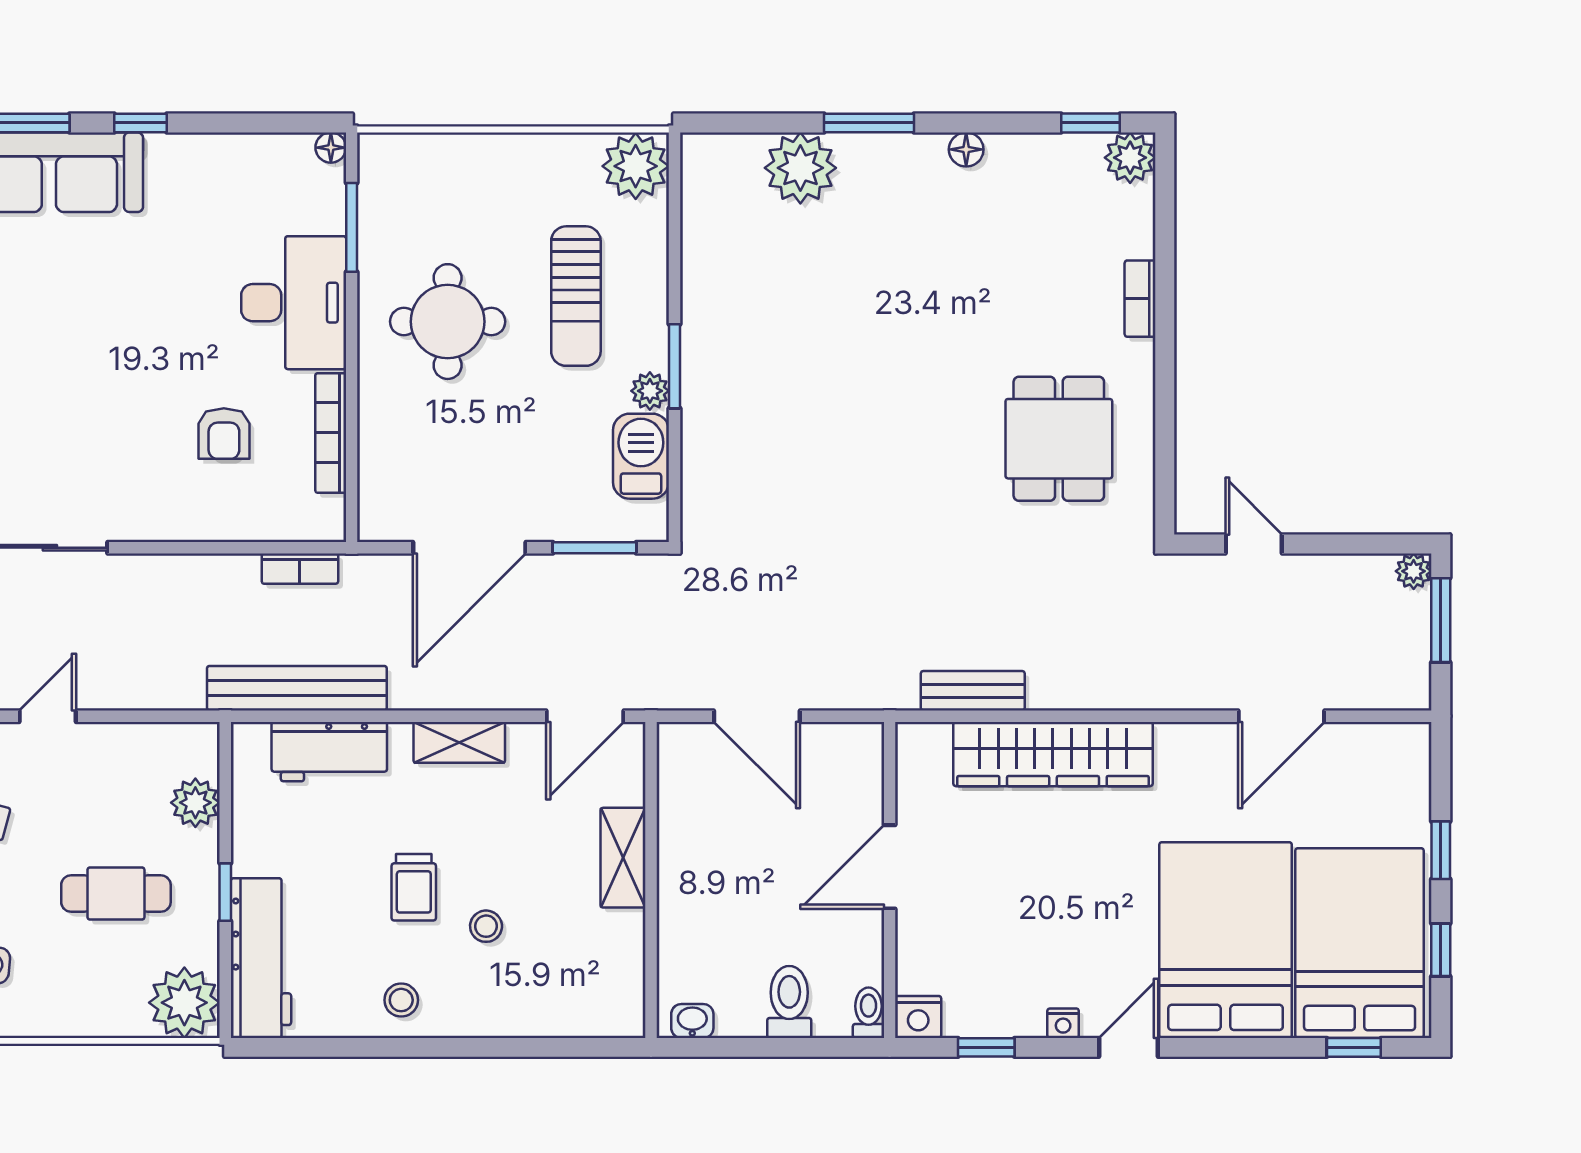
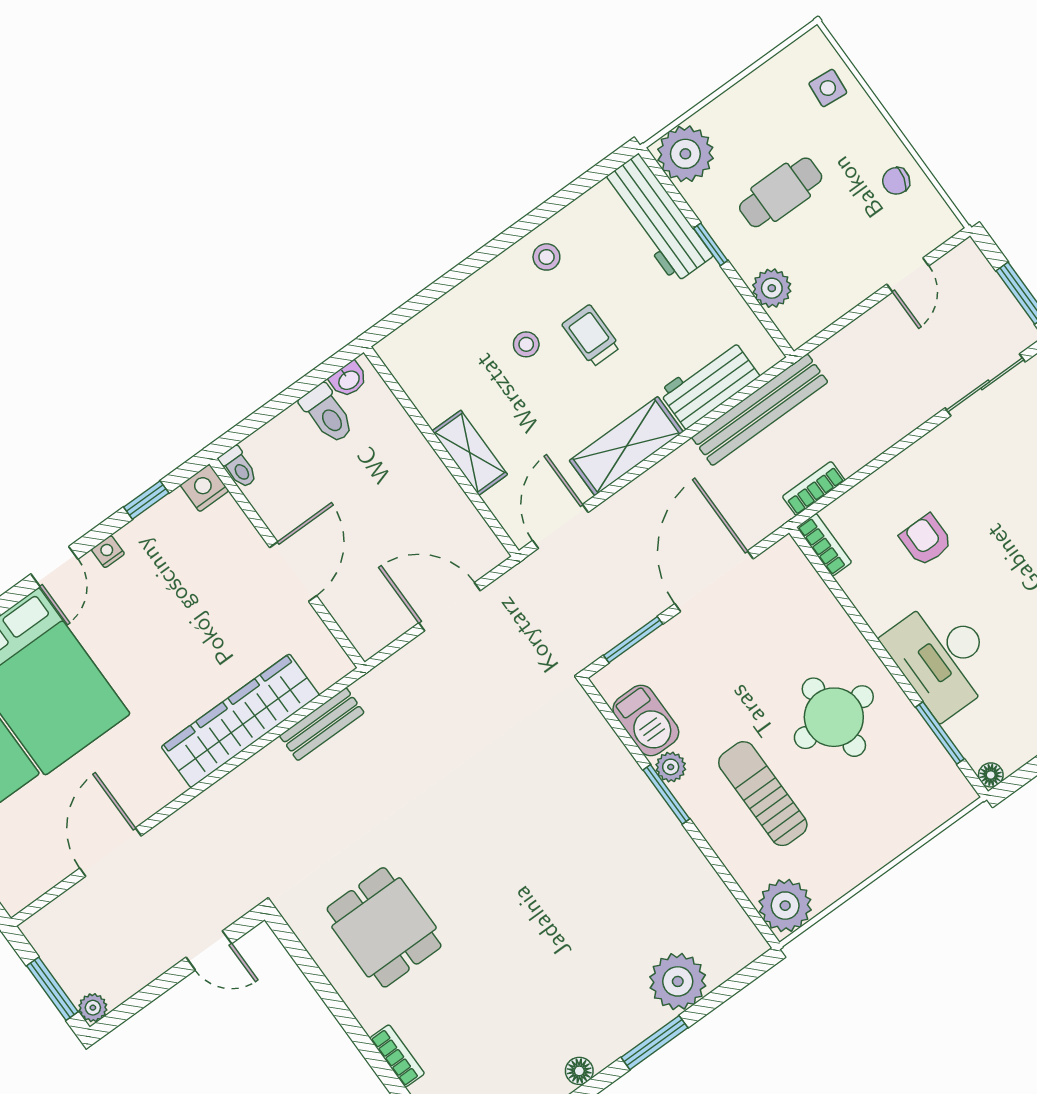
bookcase: (331, 433) -> (824, 545), moved, width x0.64
shelving: (459, 742) -> (626, 446), width x1.50, depth x1.33
toilet: (789, 1002) -> (327, 414), moved

